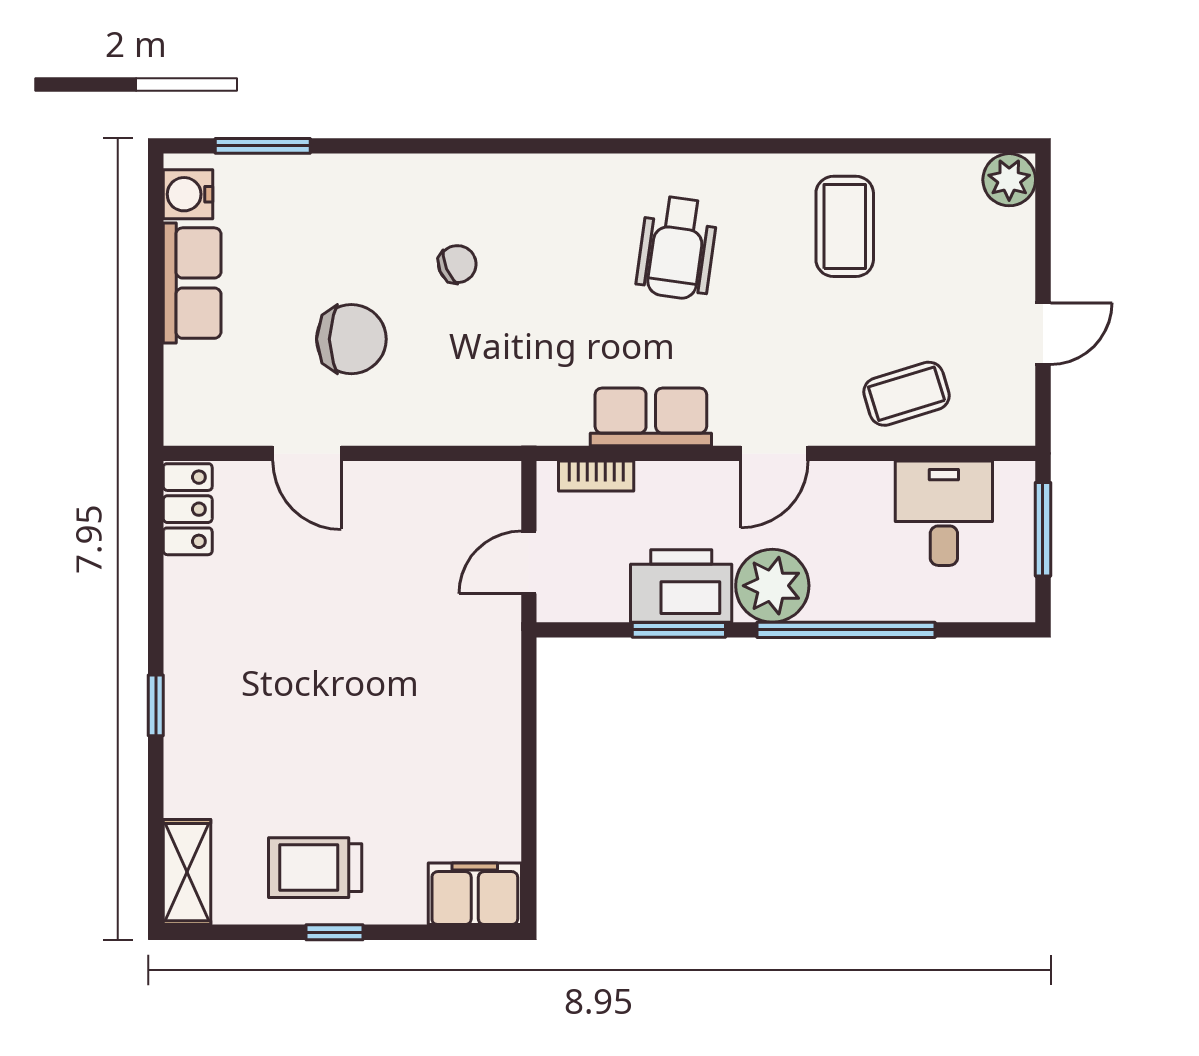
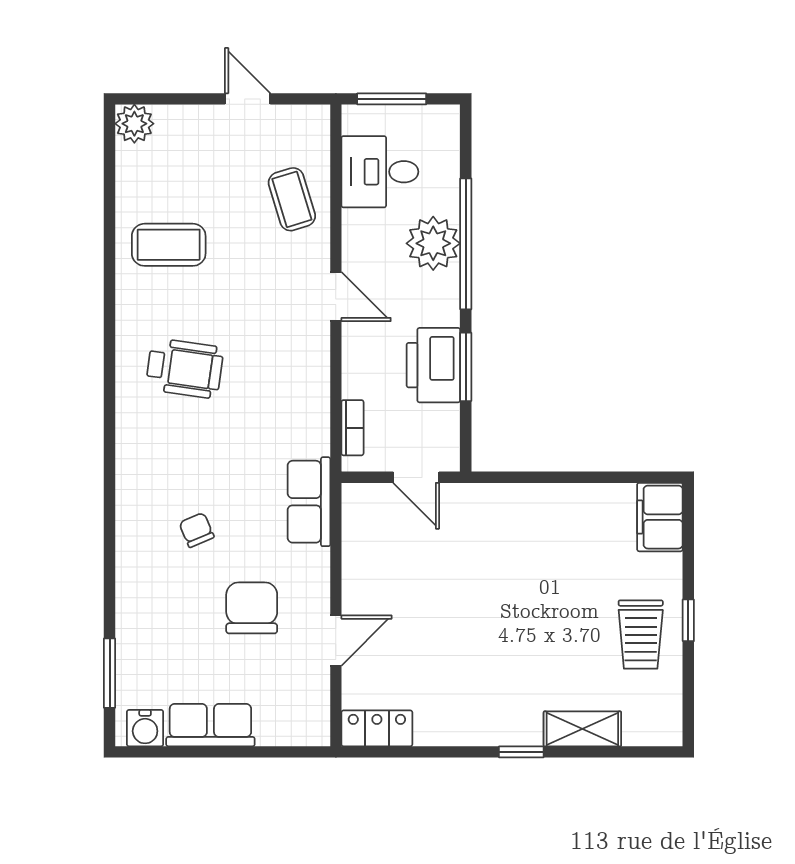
row of seats: (651, 417) -> (309, 502), moved
plant: (772, 586) -> (433, 243), moved
shelving: (187, 872) -> (582, 729), moved

